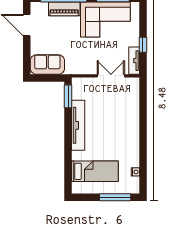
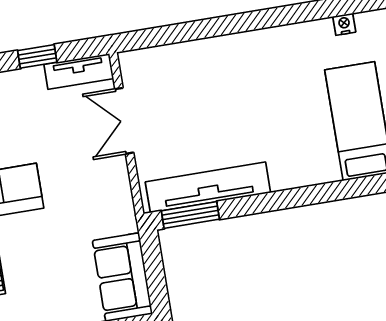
tv unit: (78, 125) -> (208, 187), moved

